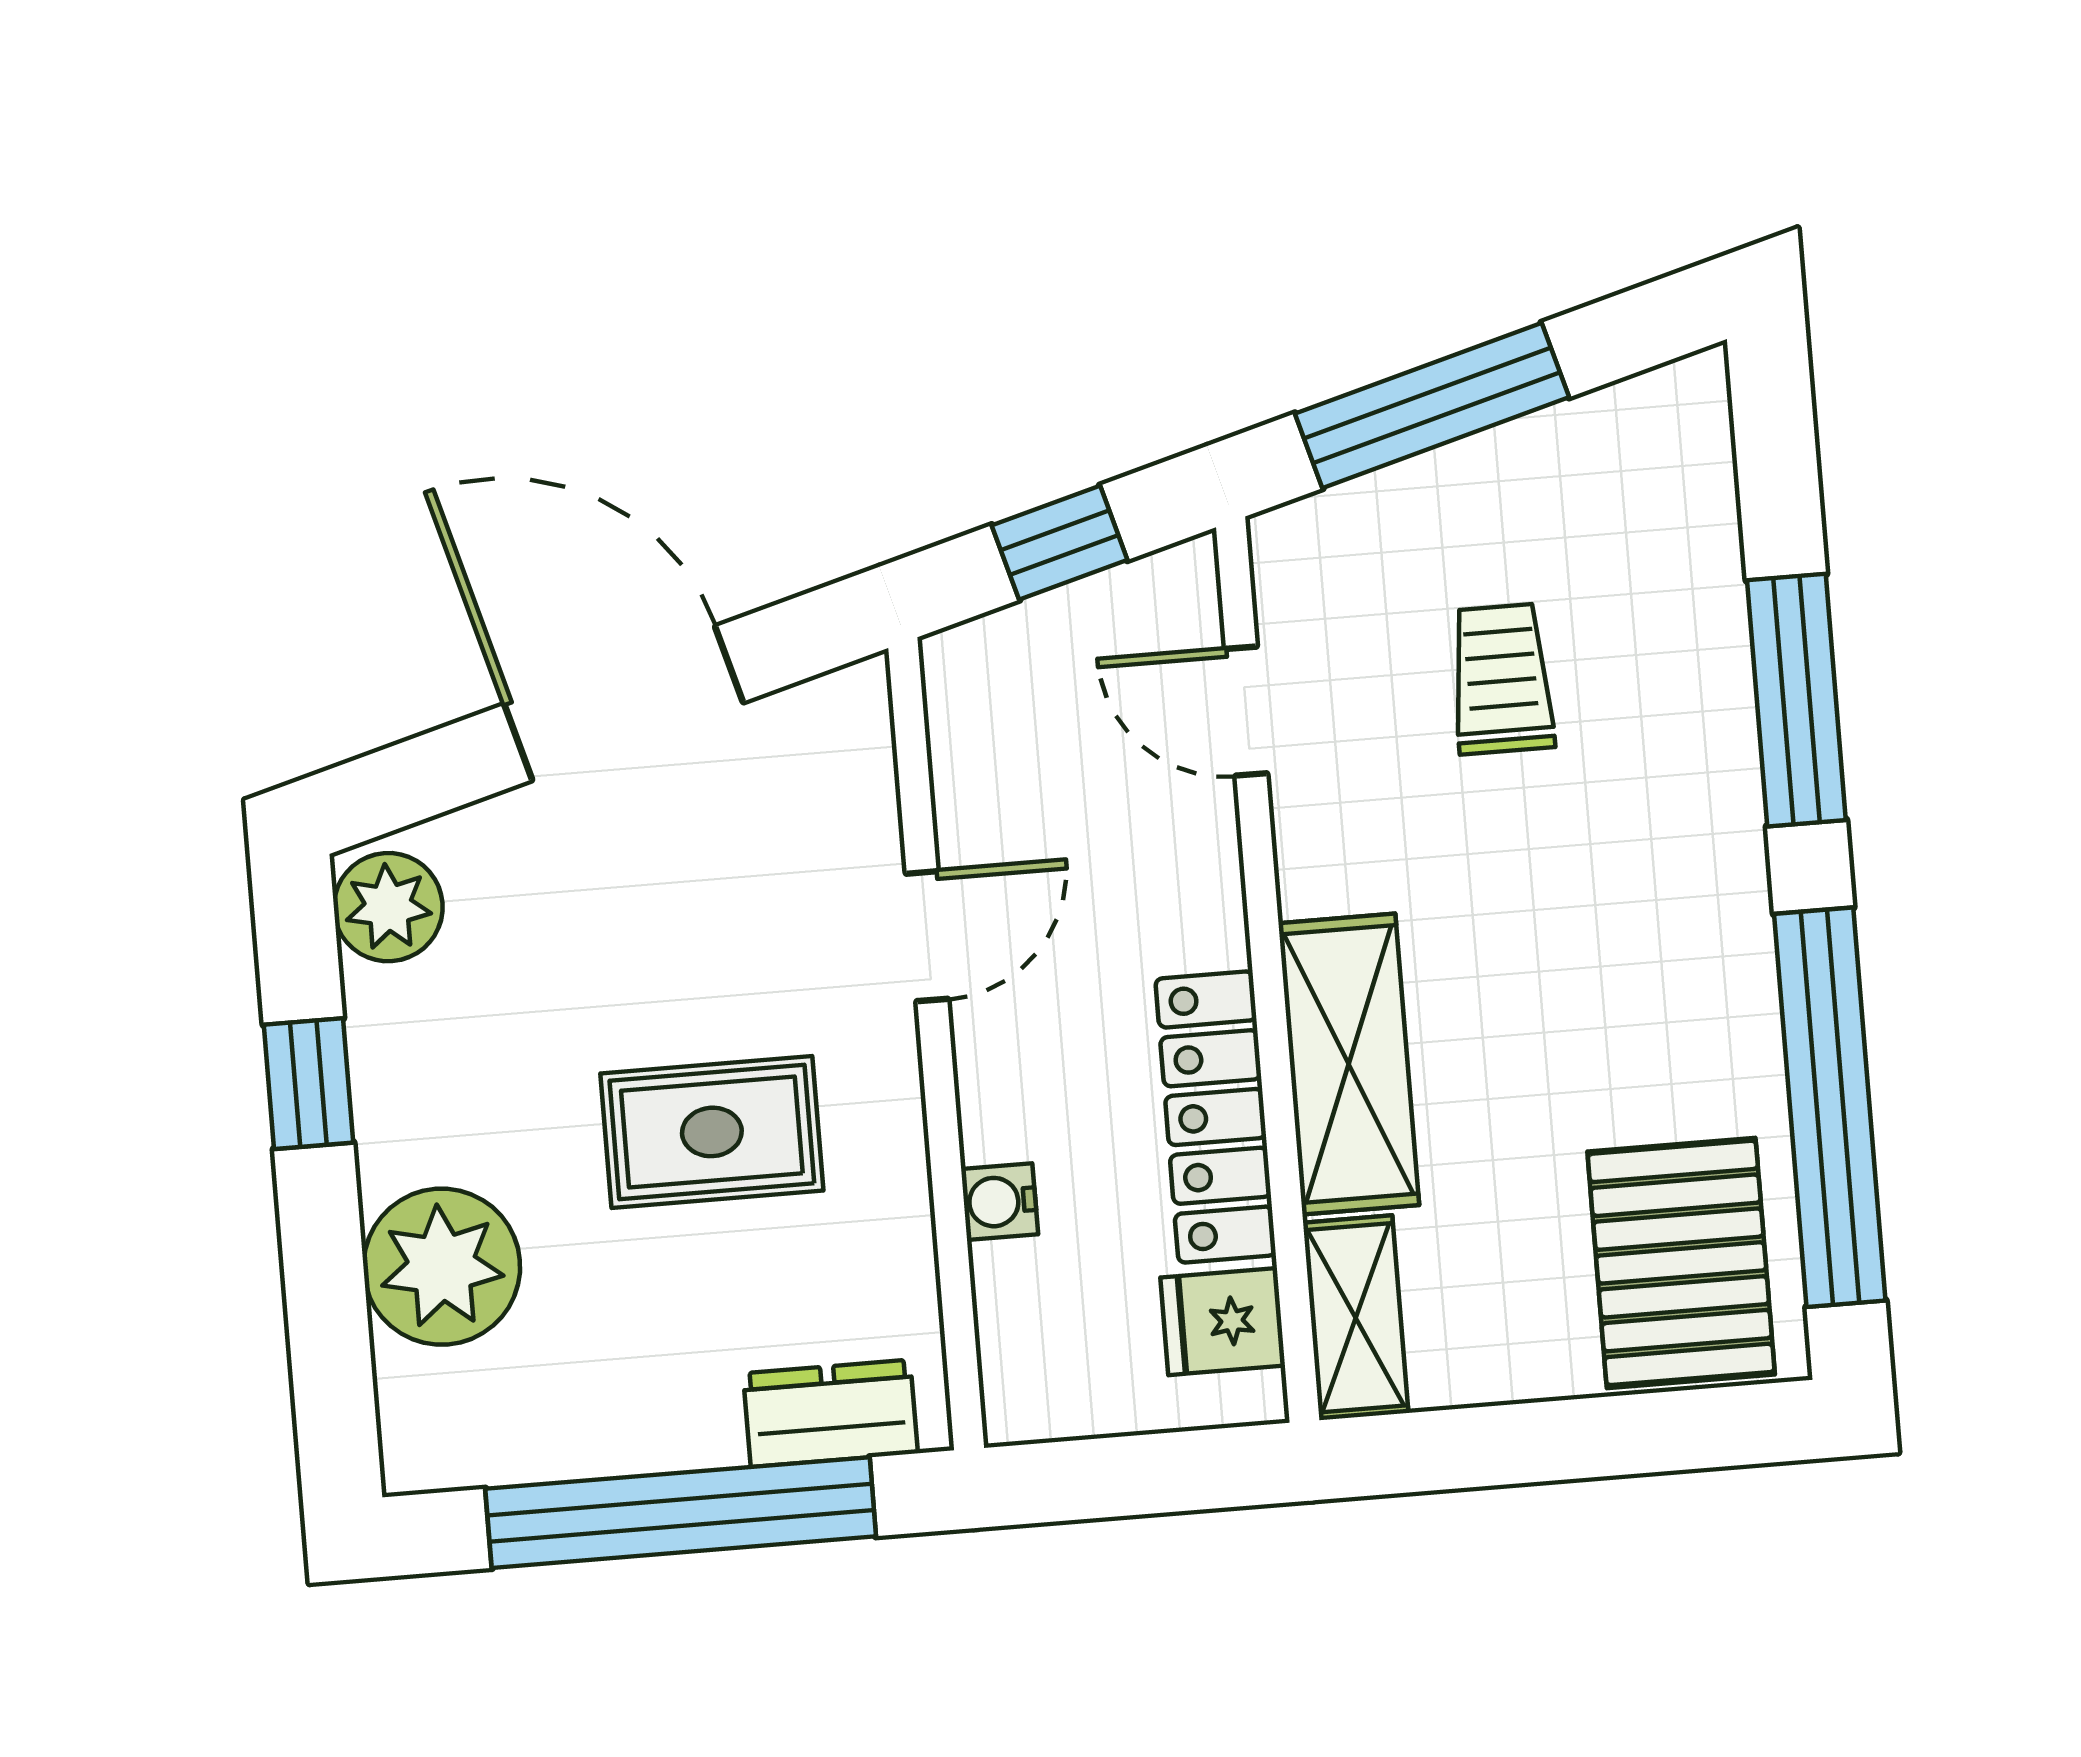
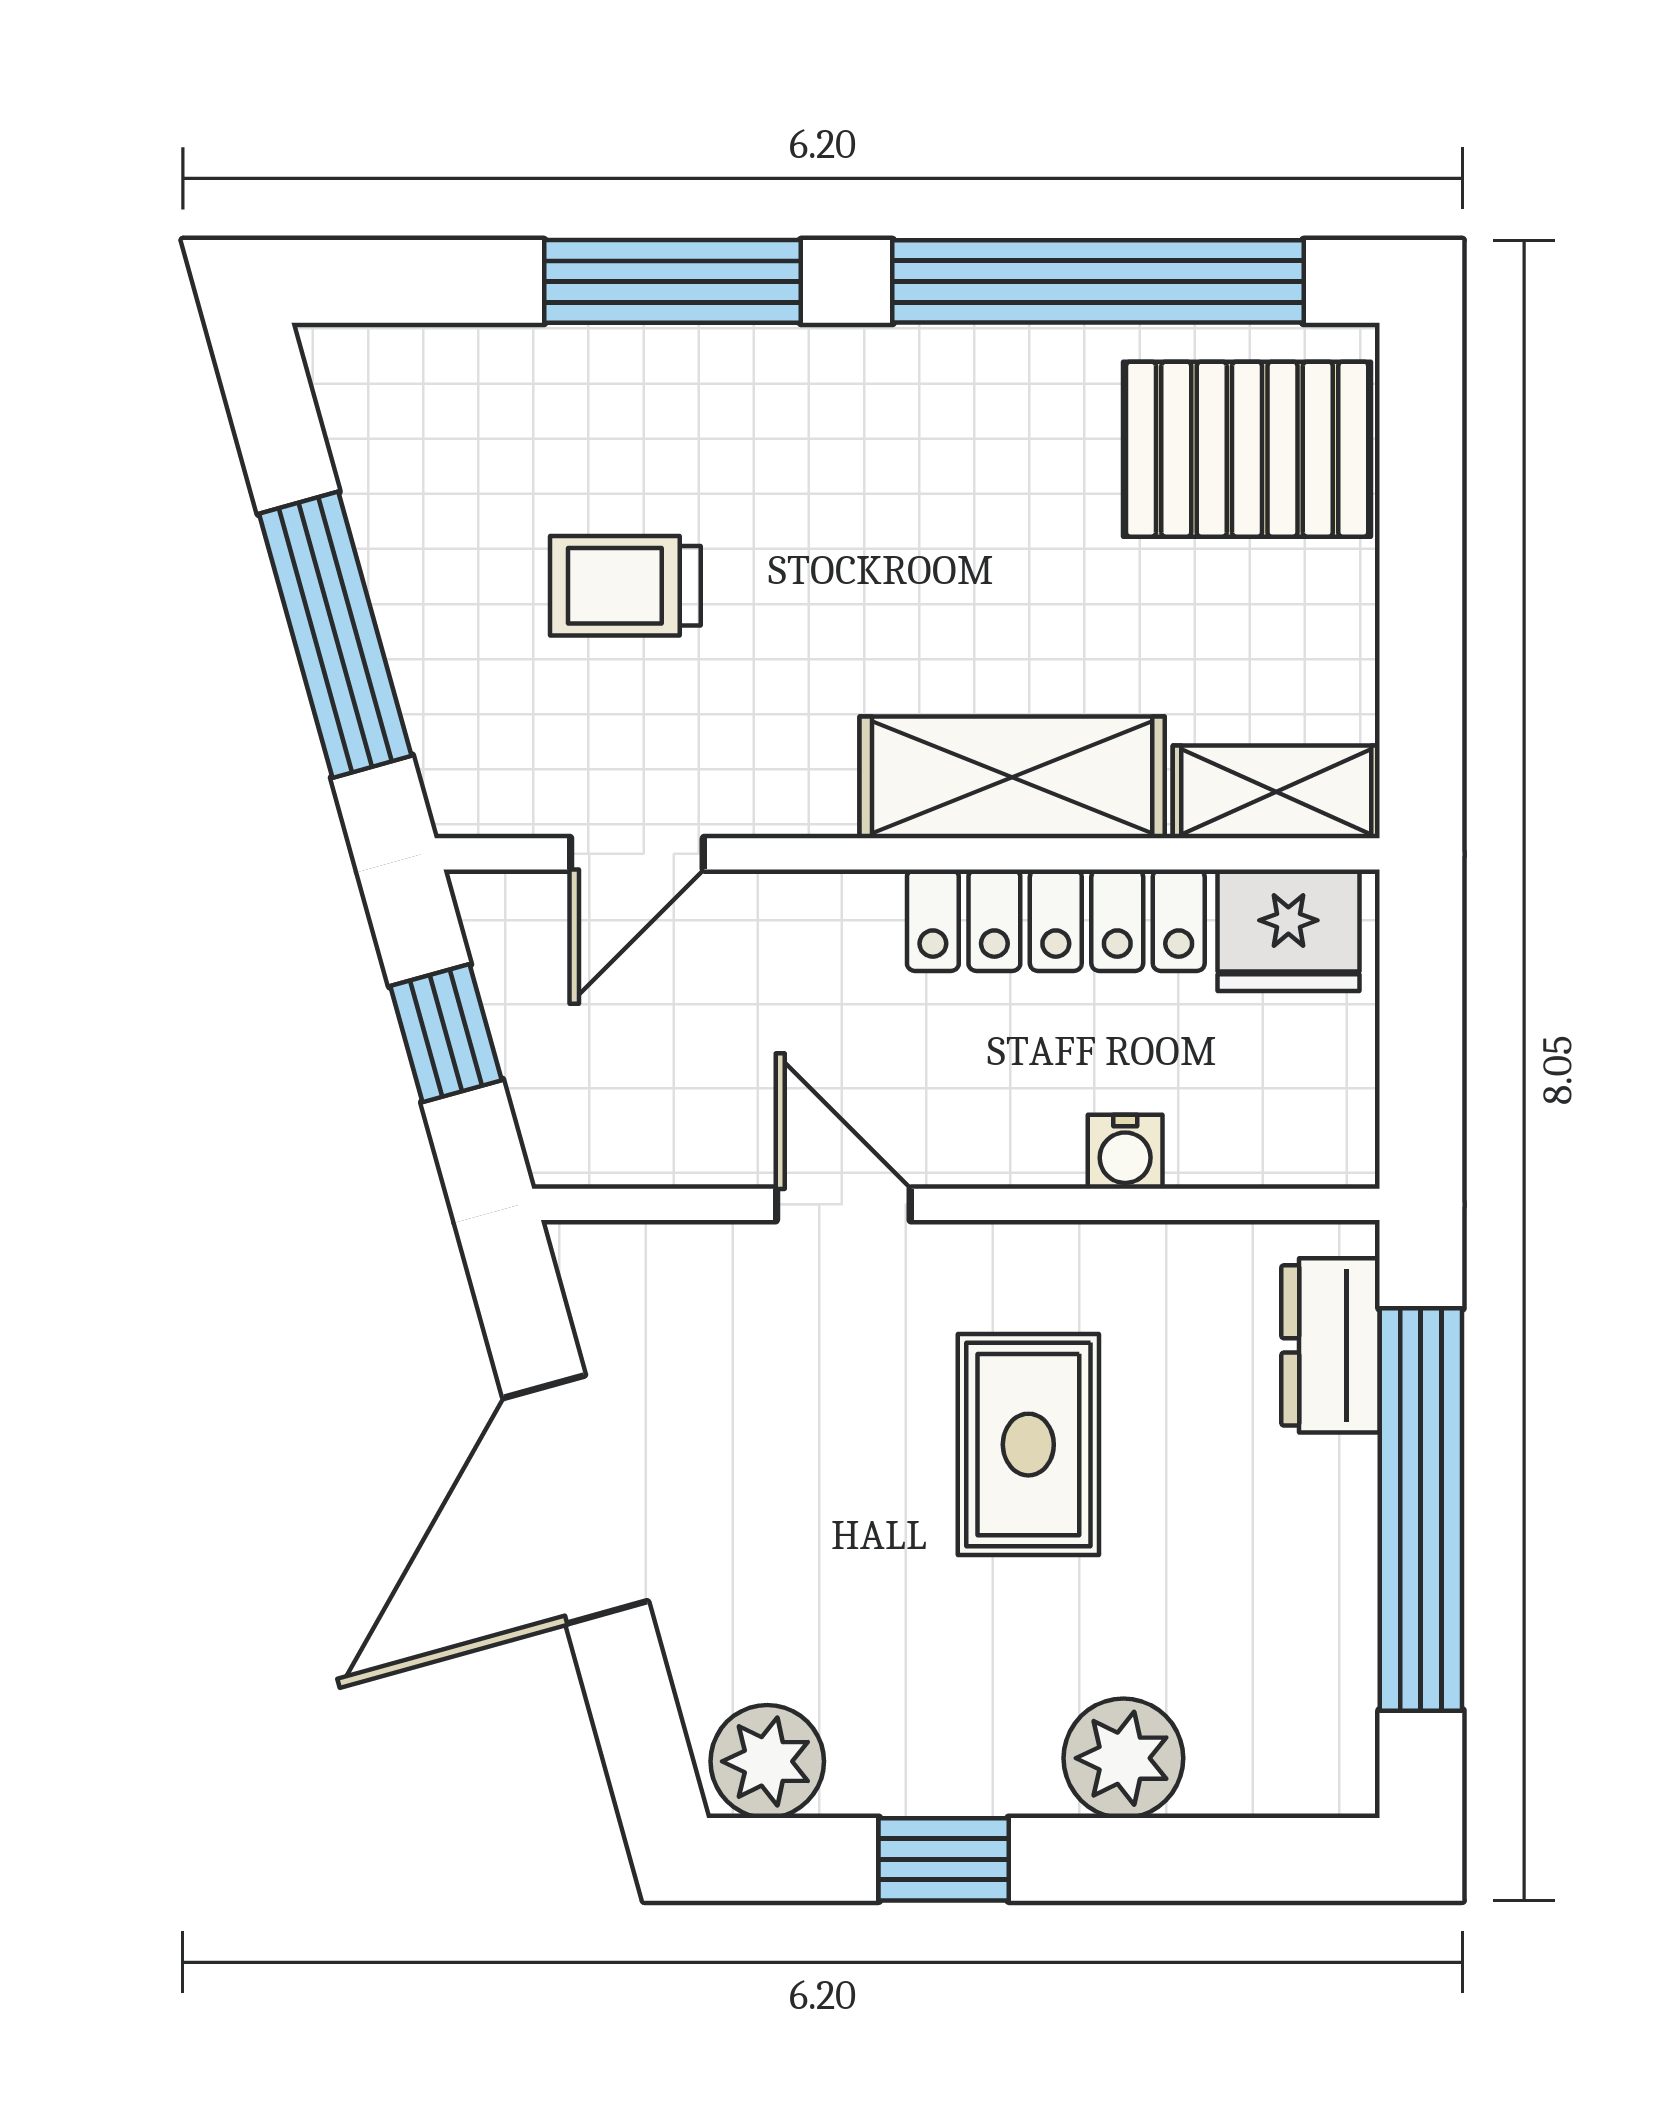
plant: (442, 1267) -> (1123, 1758), width x0.73, depth x0.73
fridge: (1223, 1322) -> (1288, 930), width x1.38

